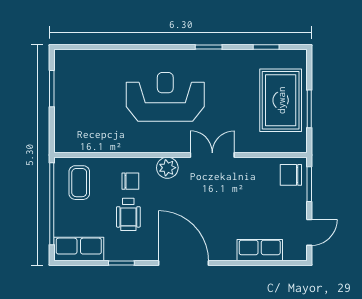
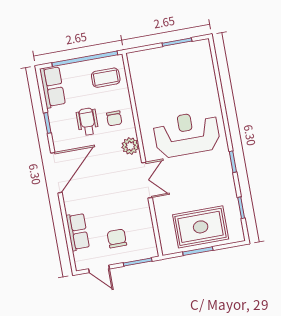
reception desk: (165, 97) -> (187, 134), turned -90
chair: (291, 175) -> (117, 238), moved
wheelchair: (128, 214) -> (87, 122), turned 90

